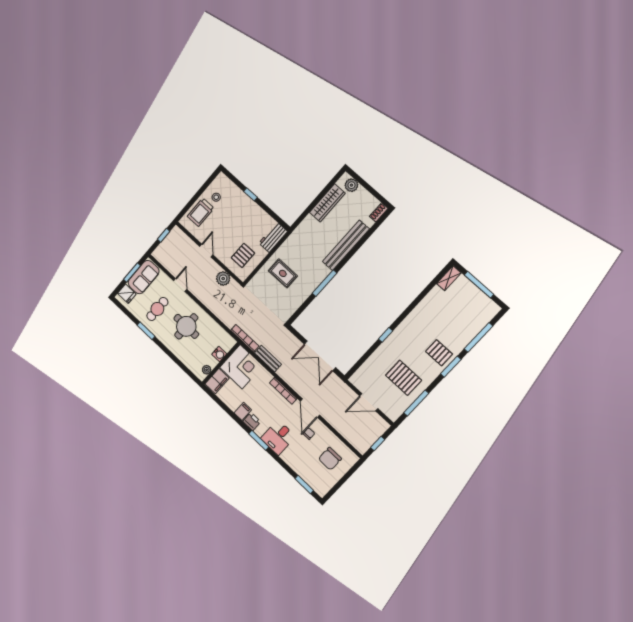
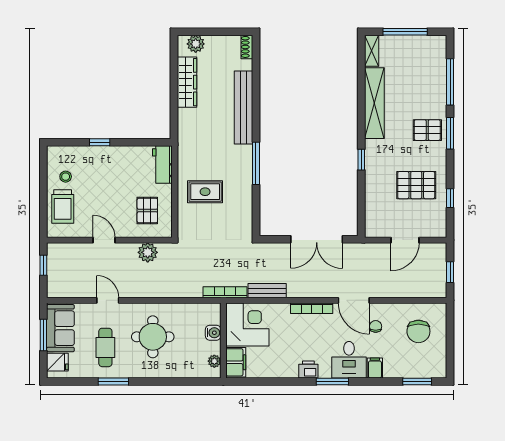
shelving: (423, 310) -> (374, 103), added
window: (416, 403) -> (450, 198), width x0.46
filing cabinet: (243, 411) -> (375, 368), moved

